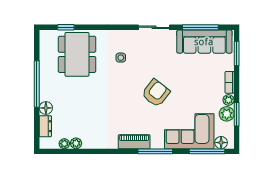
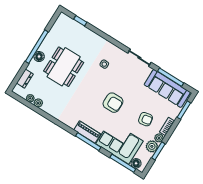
dining table: (77, 54) -> (64, 67), moved
armchair: (202, 89) -> (146, 119), added
armchair: (156, 93) -> (113, 103), turned 52
floor lamp: (46, 108) -> (39, 57), moved
piano: (134, 142) -> (87, 132), moved

